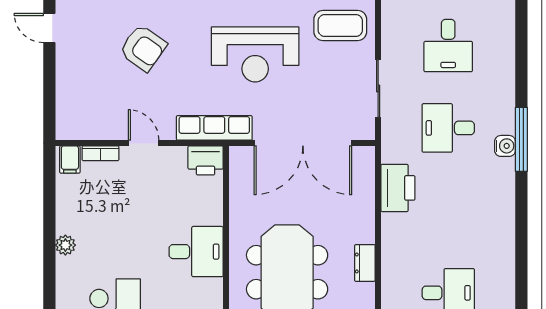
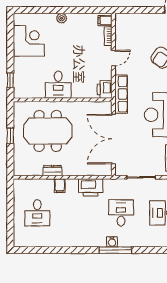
filing cabinet: (395, 249) -> (60, 186), added

